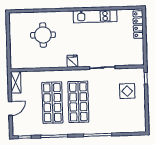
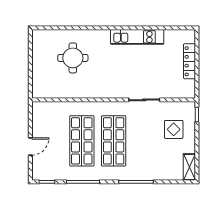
locker: (138, 25) -> (190, 61), moved
fridge: (72, 61) -> (108, 91), removed
shelving: (16, 82) -> (189, 167), moved

